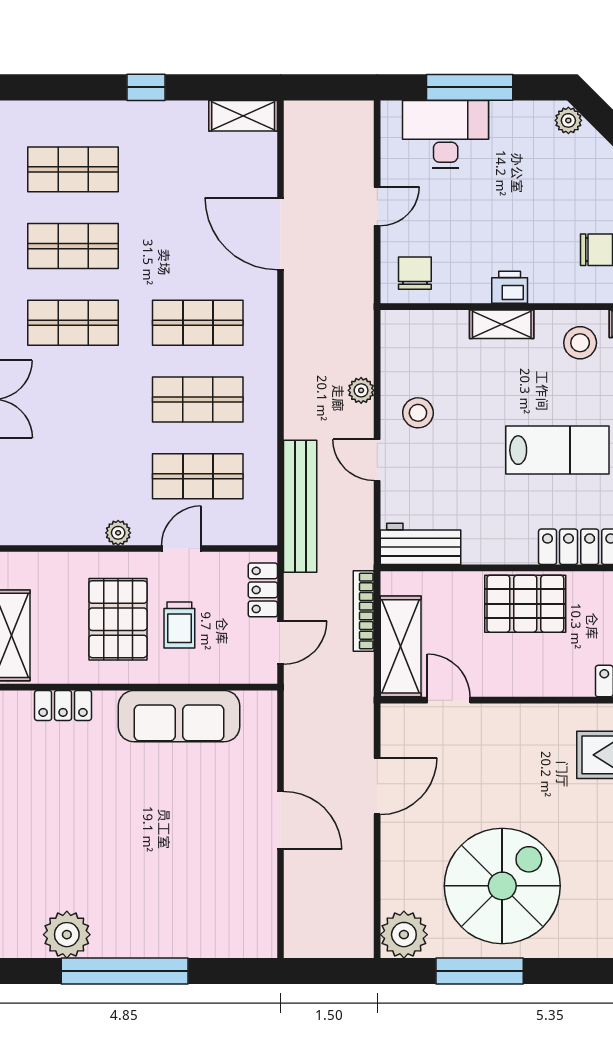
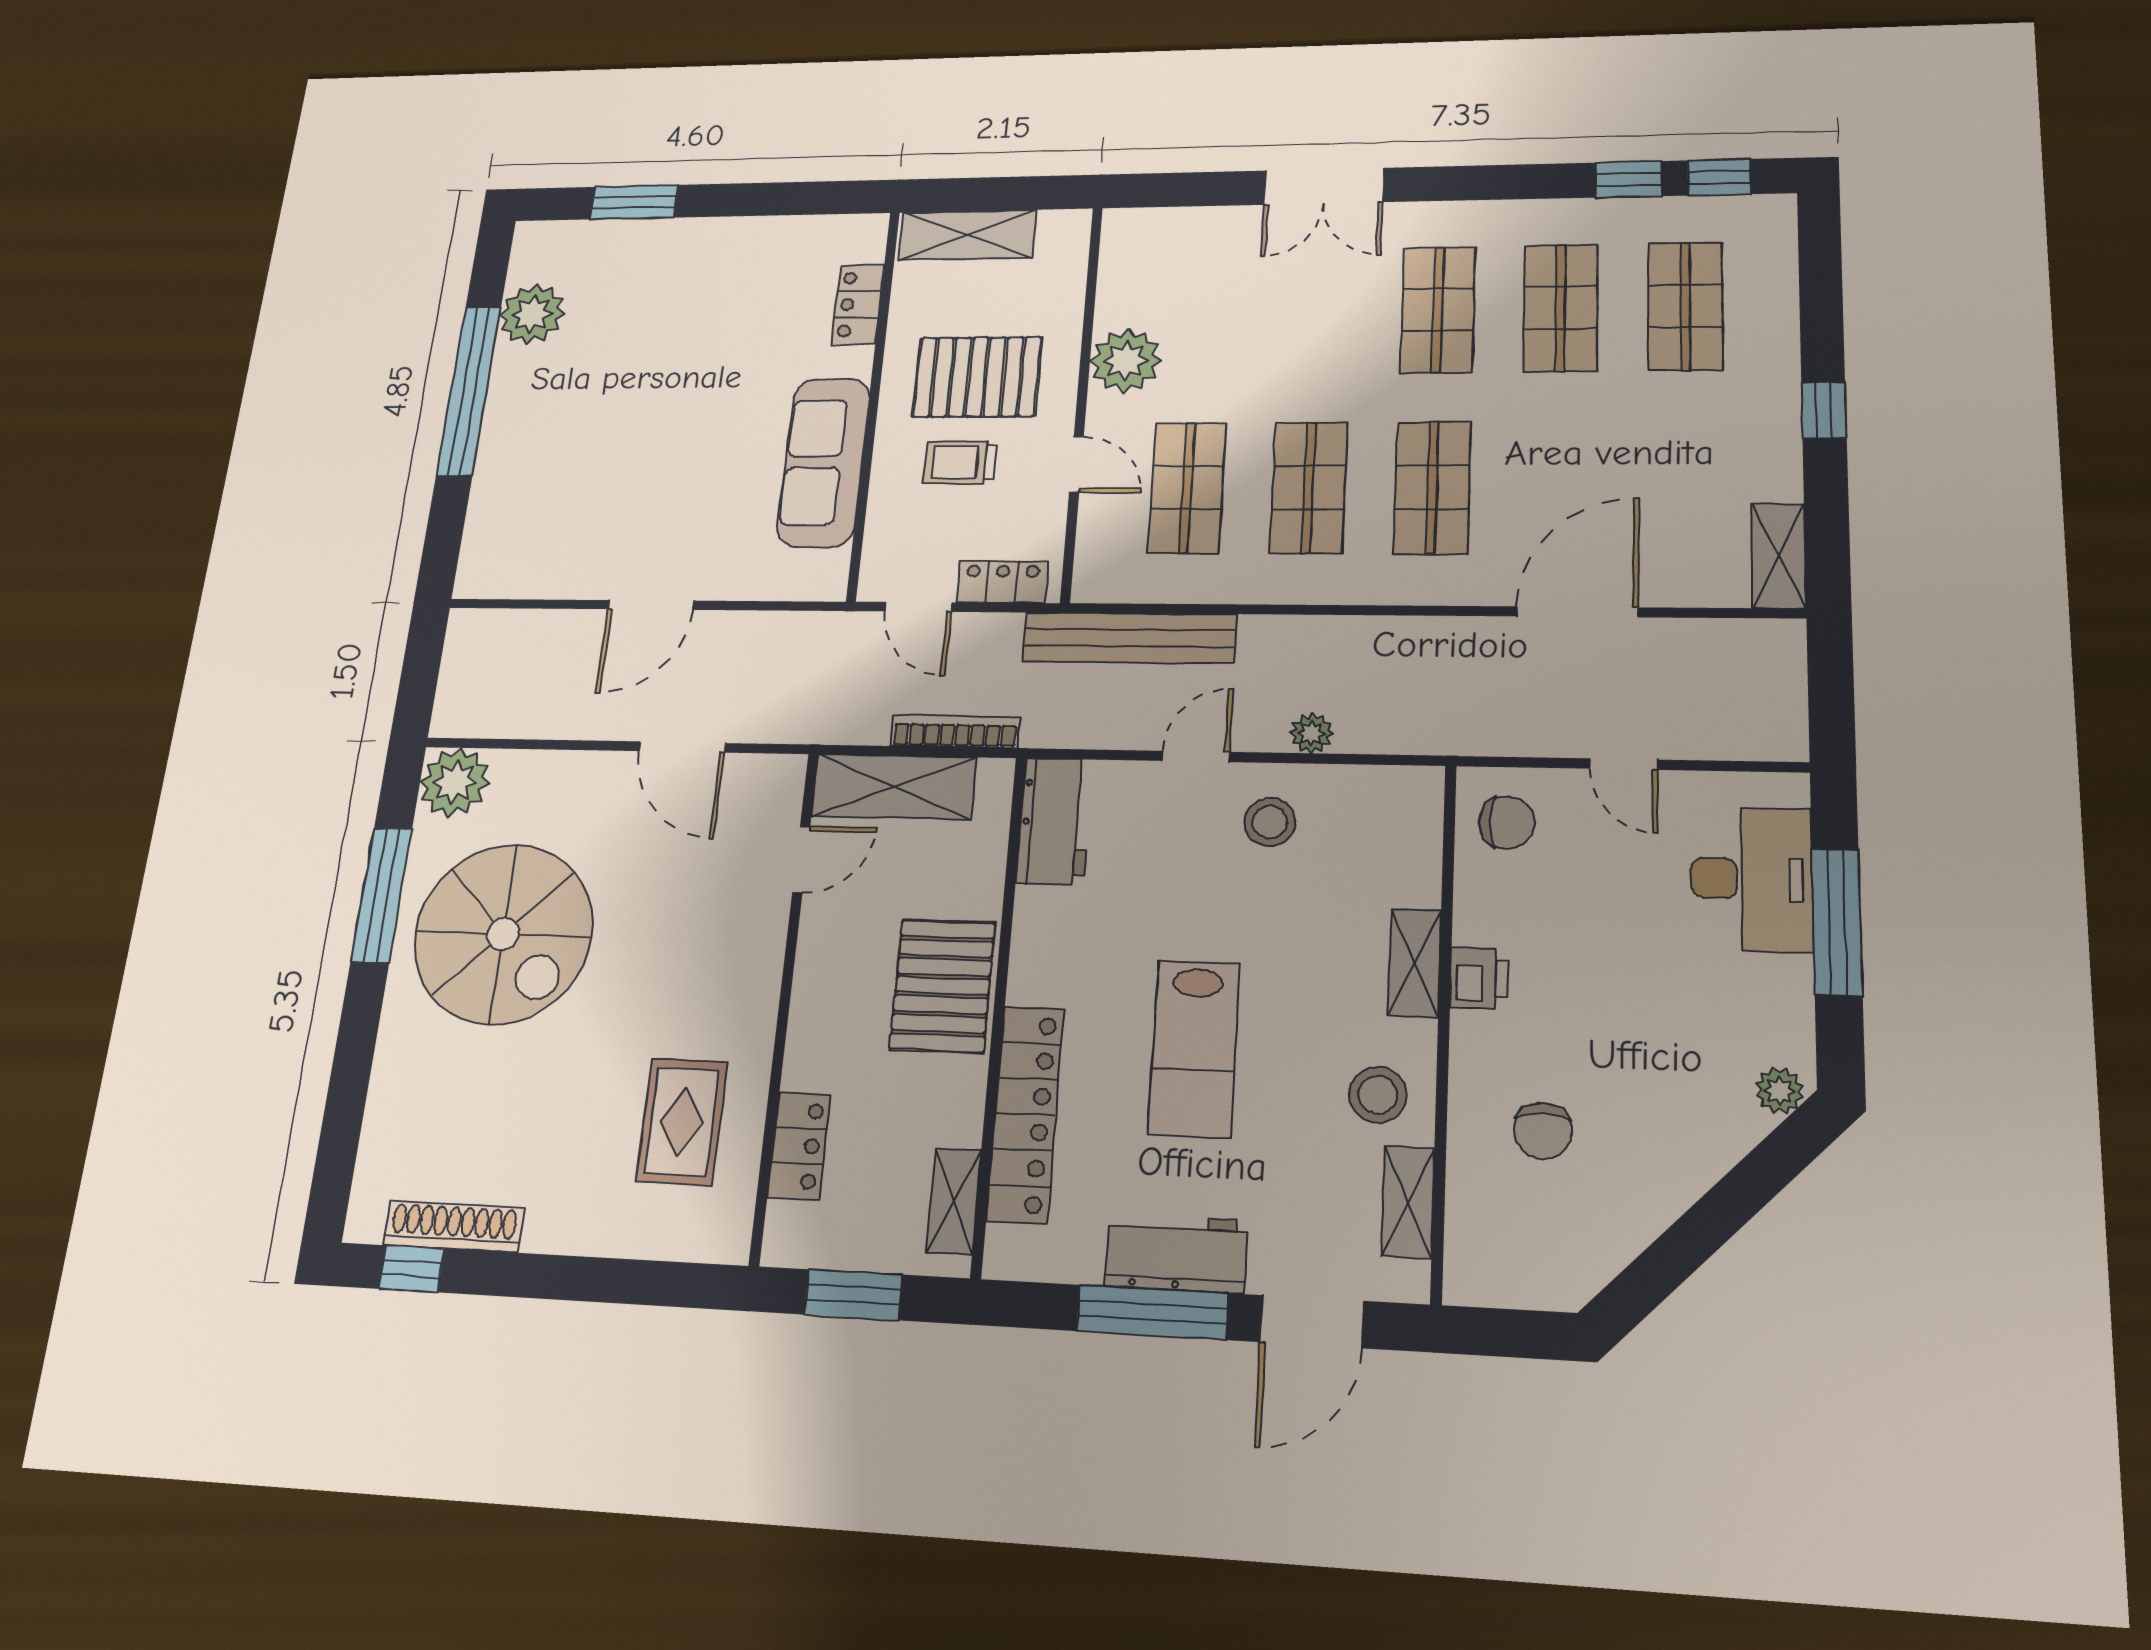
plant: (118, 533) -> (1126, 361), width x1.88, depth x1.88

